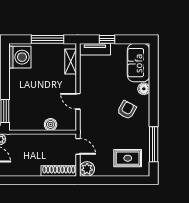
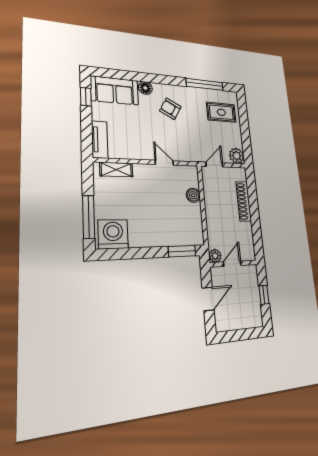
window: (47, 39) -> (89, 217), moved
window: (107, 39) -> (86, 97), moved
door: (78, 101) -> (164, 163), swing flipped
rug: (128, 158) -> (221, 112), turned 90
shoe rack: (59, 171) -> (244, 201), moved

